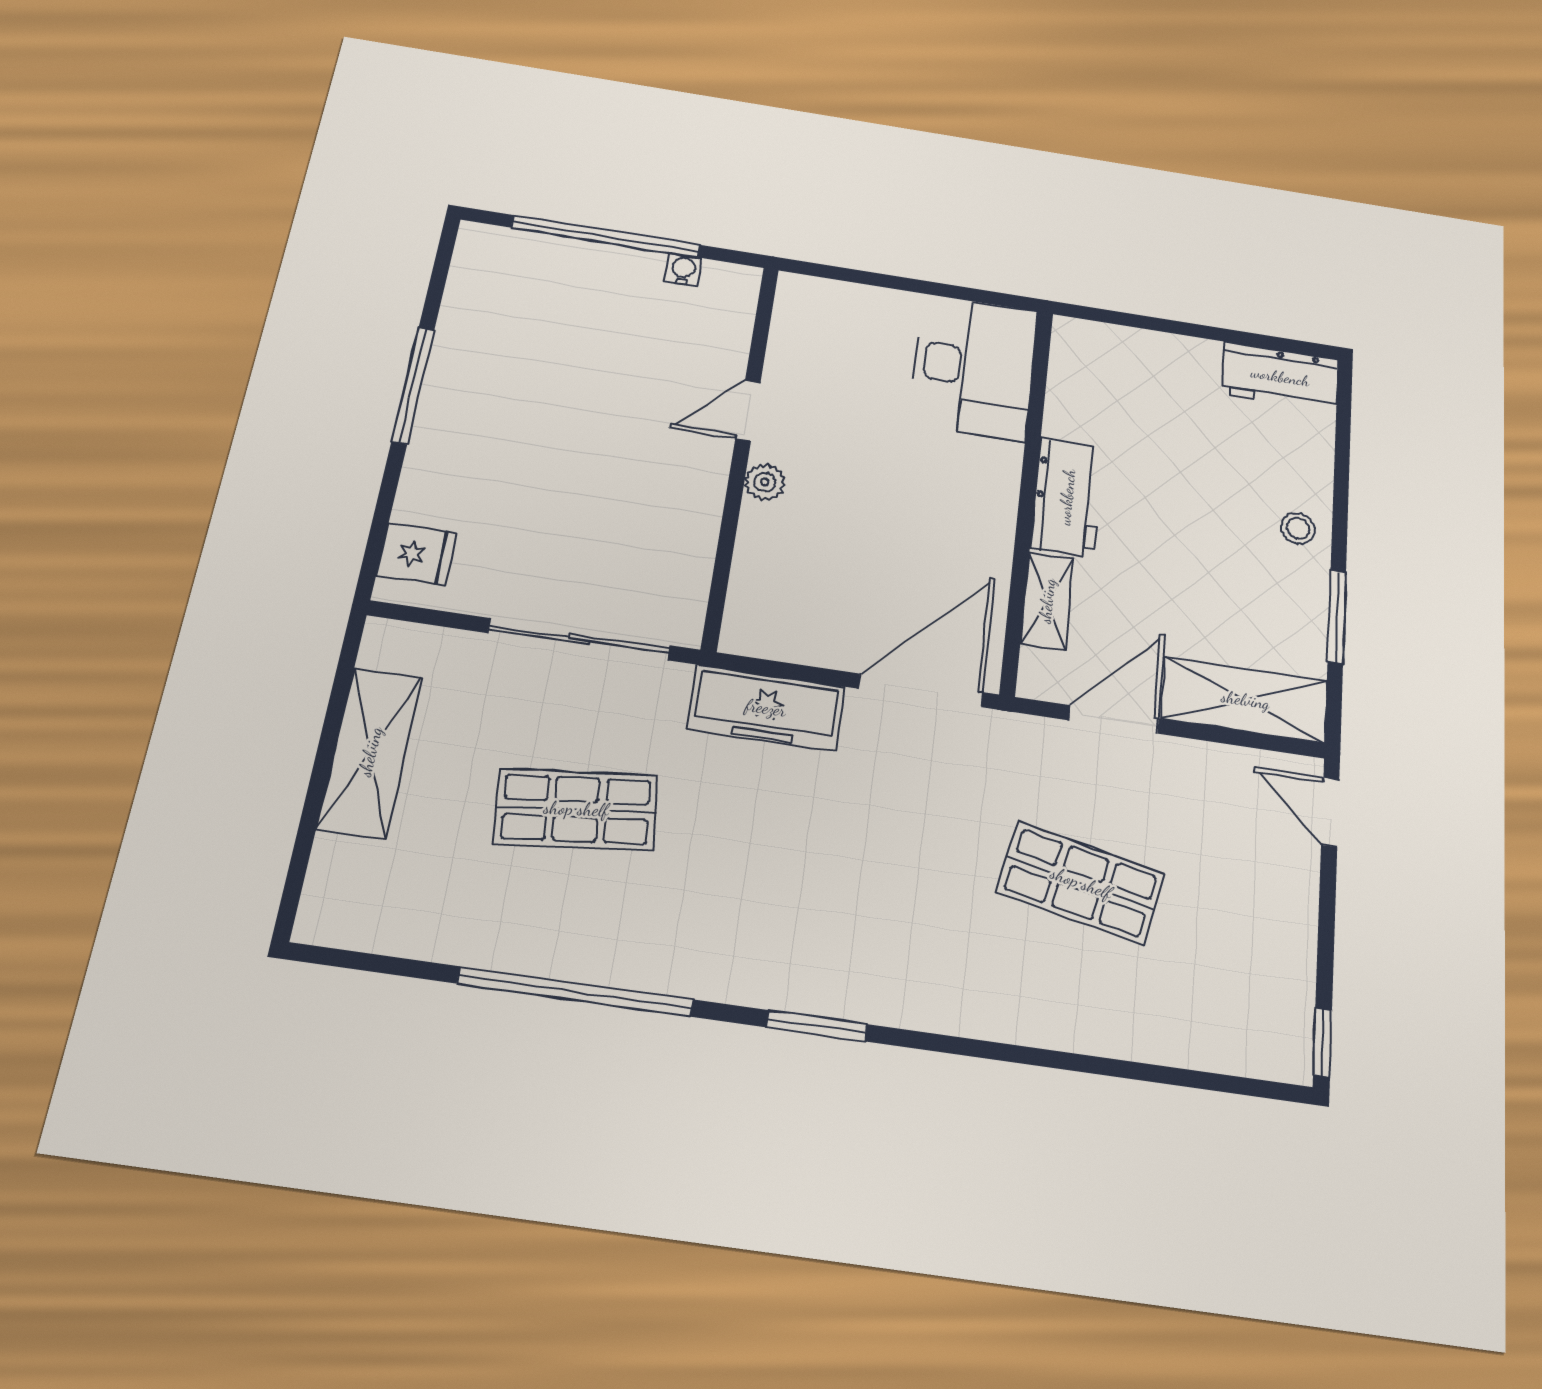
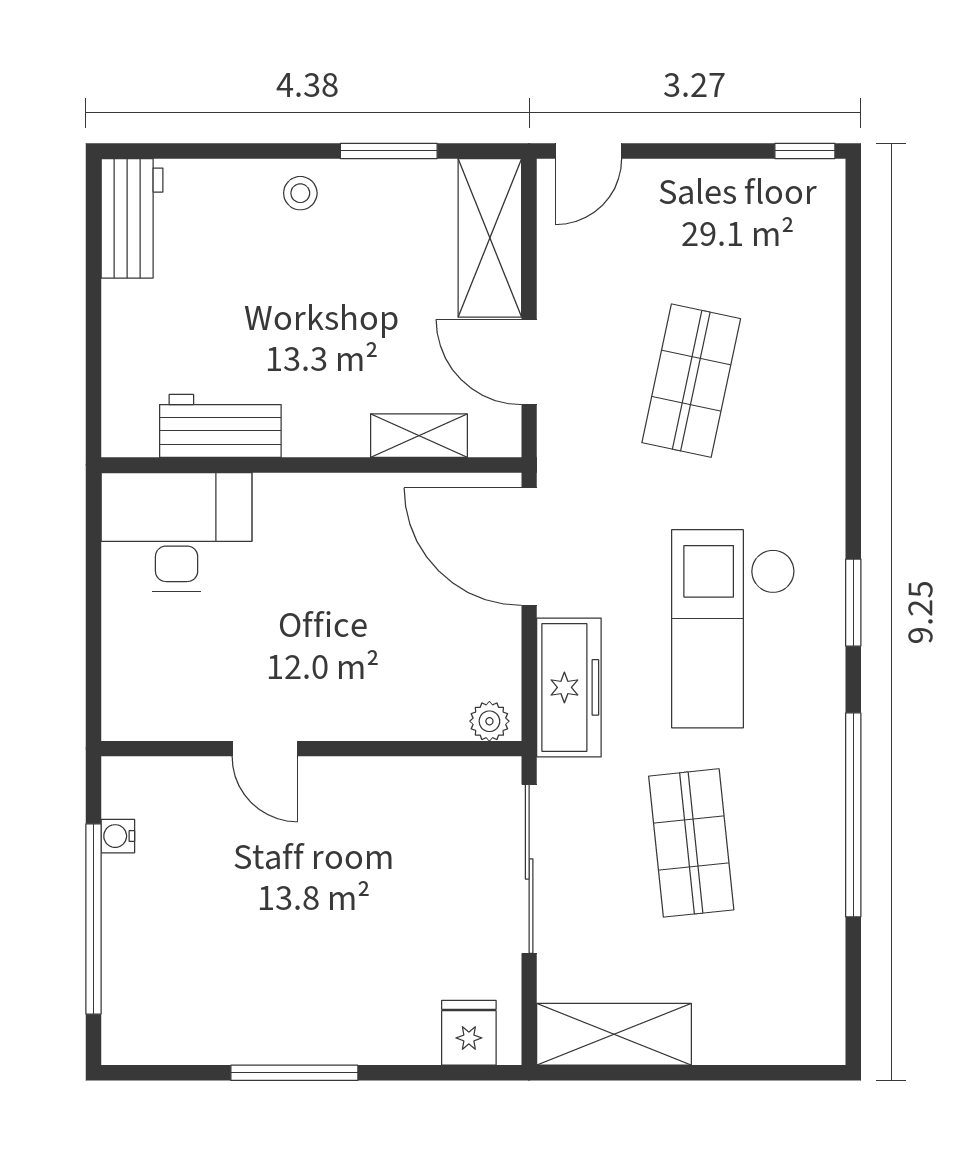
plant: (765, 482) -> (489, 721), moved
workbench: (1067, 497) -> (220, 426), moved
shelving: (370, 752) -> (614, 1034), moved
checkout: (805, 889) -> (733, 629), added

